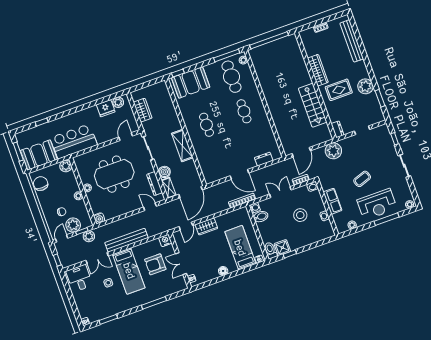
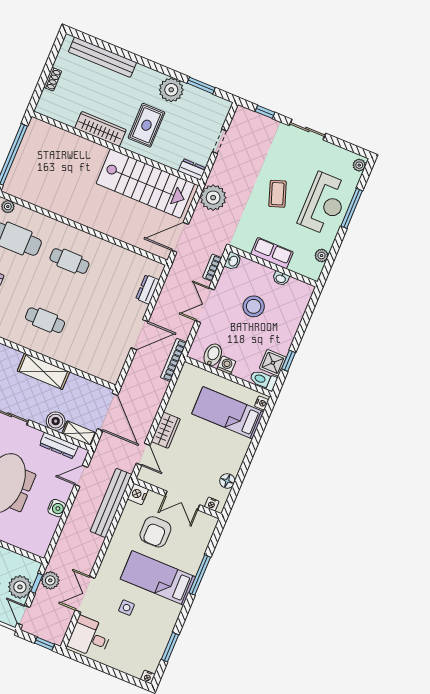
stairs: (313, 105) -> (145, 184), width x1.36, depth x1.51
door: (301, 152) -> (180, 237), swing flipped
washing machine: (255, 208) -> (226, 365), moved
water cooler: (99, 218) -> (57, 508), moved
bench: (126, 240) -> (111, 503), moved
double door: (97, 258) -> (85, 594), swing flipped
bed: (129, 271) -> (158, 578), moved, turned 180
floor lamp: (223, 271) -> (227, 481), moved

